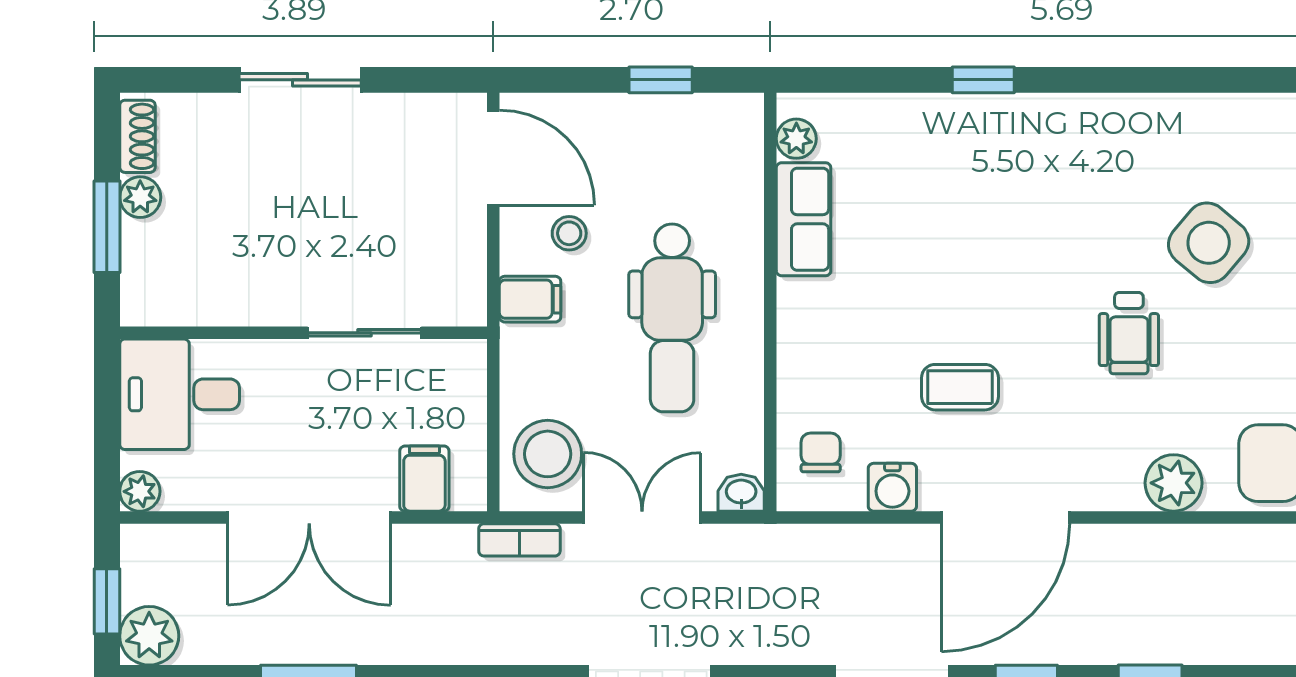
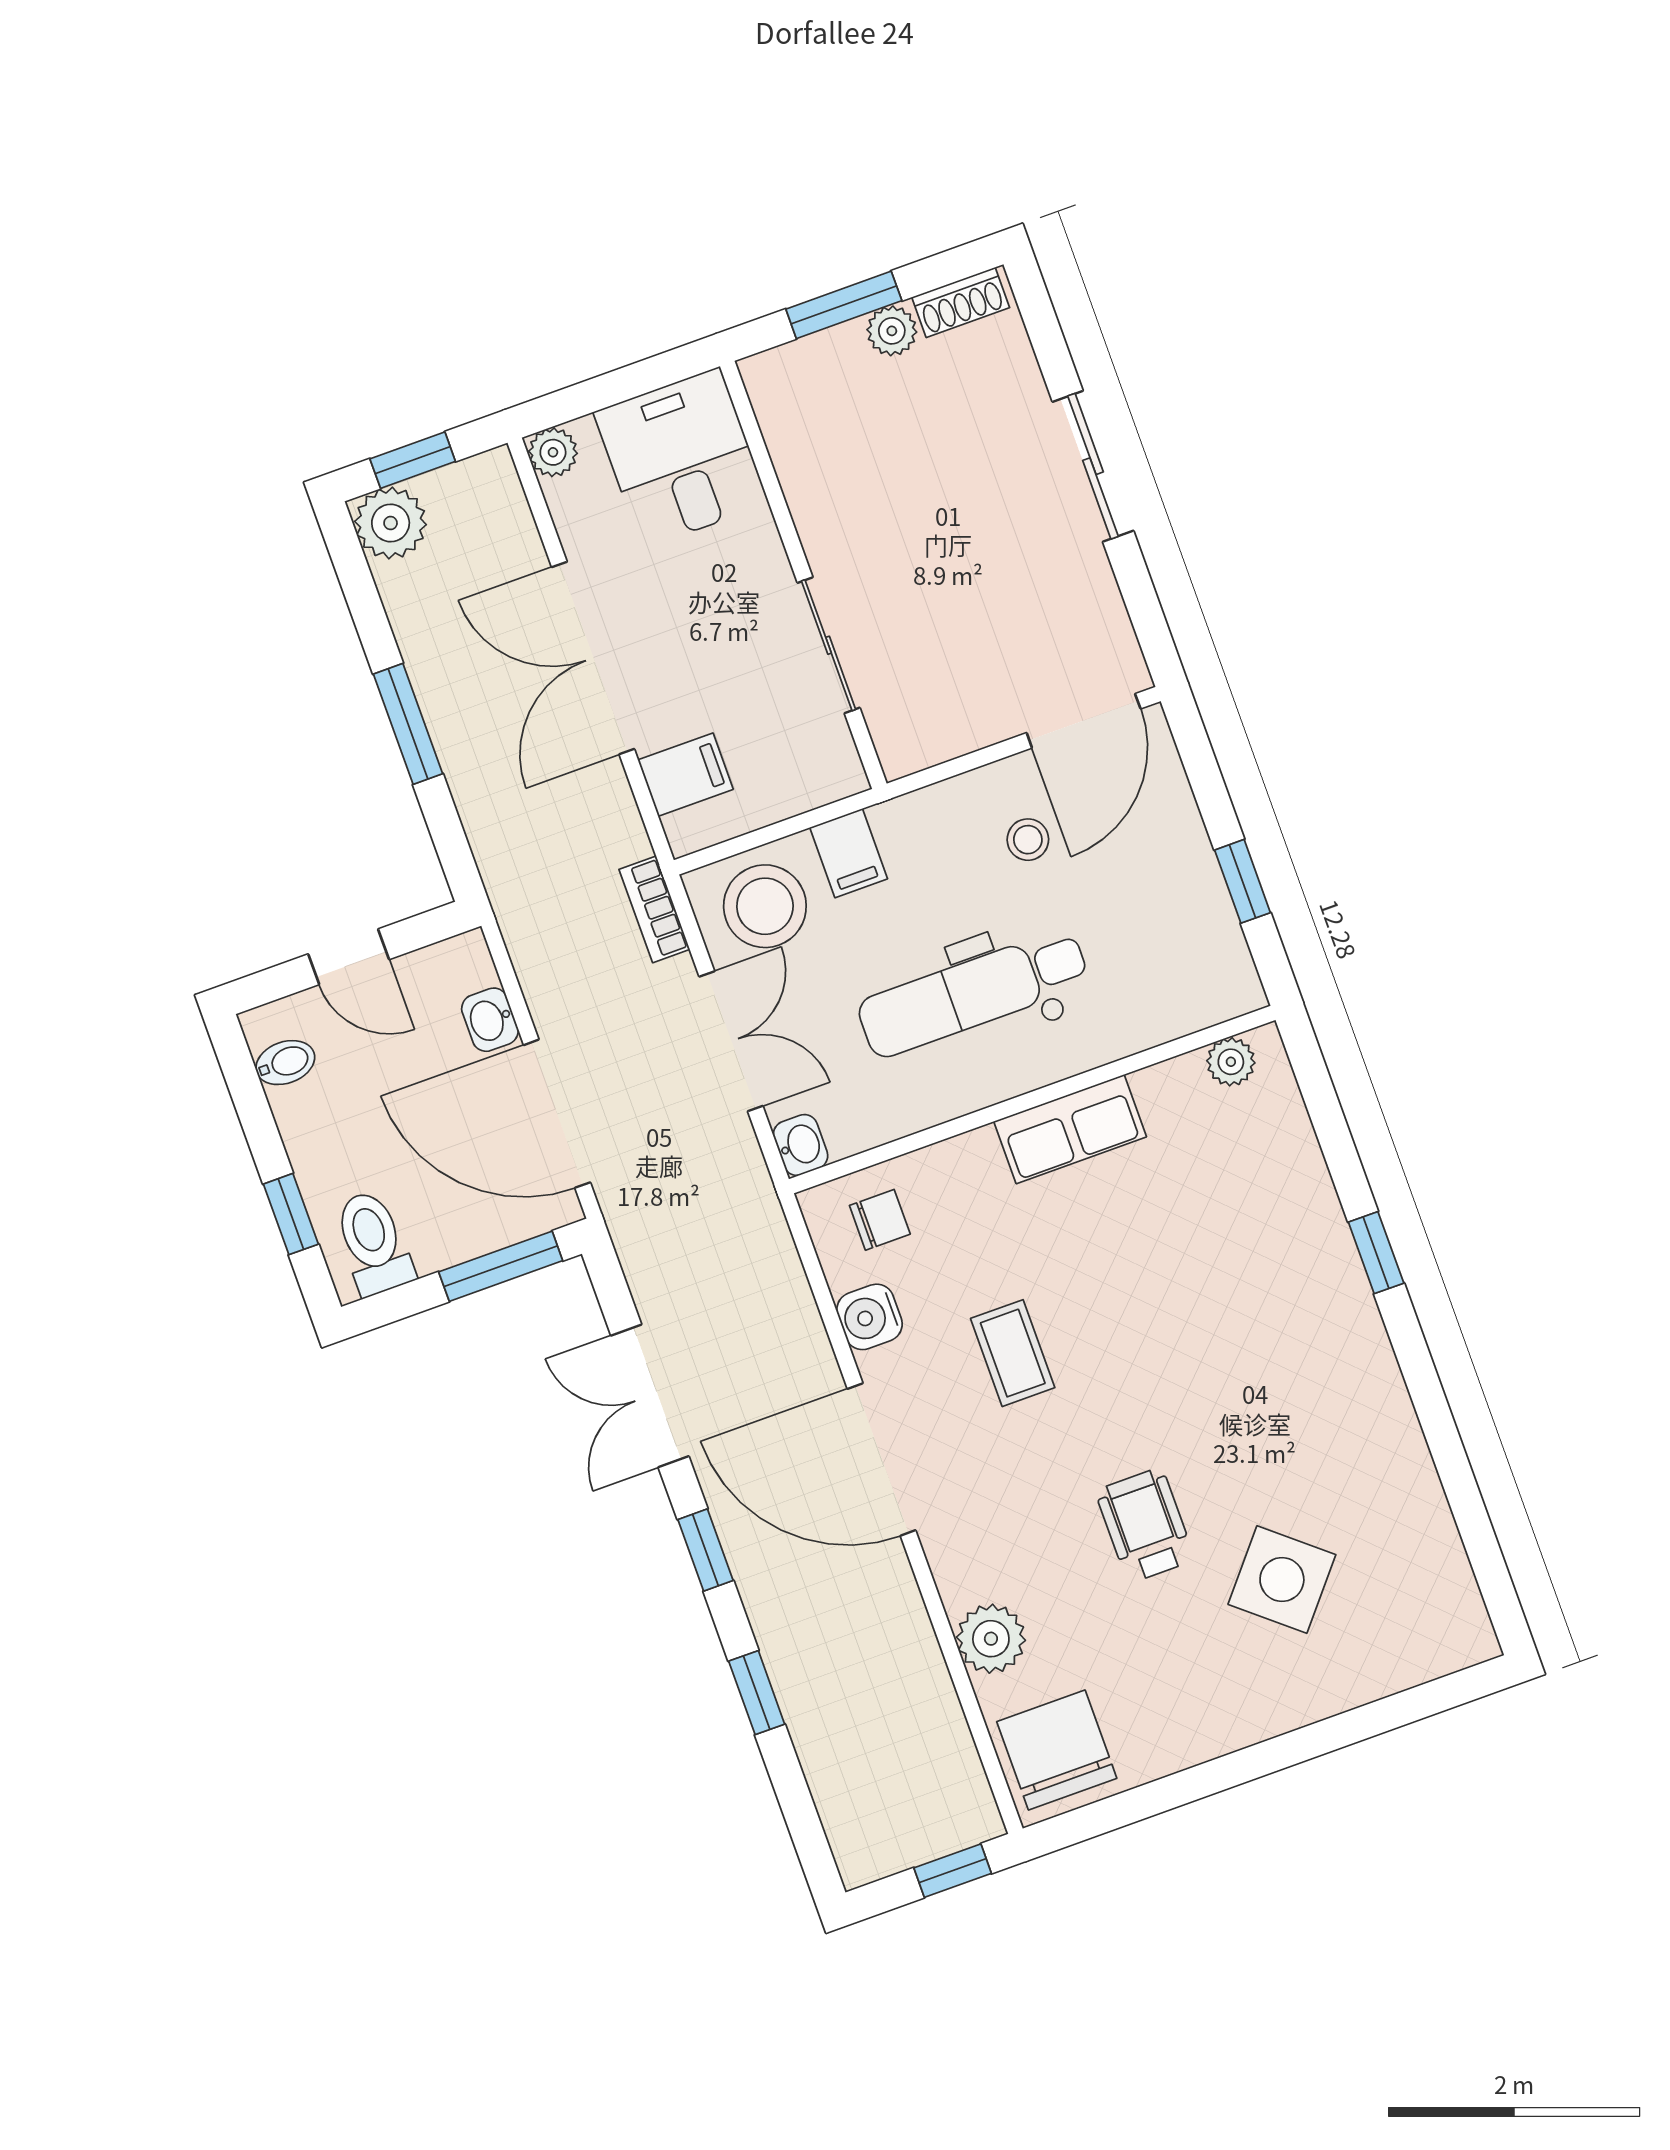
row of seats: (804, 219) -> (1070, 1129), moved
filing cabinet: (530, 299) -> (849, 853), moved
wheelchair: (1129, 333) -> (1145, 1525), turned 90

